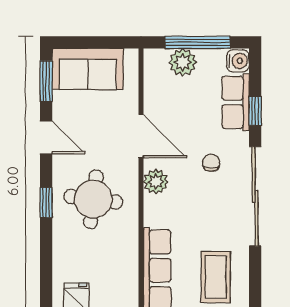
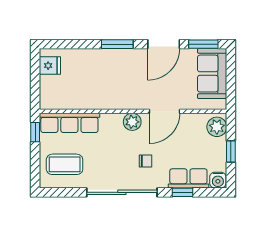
window: (198, 42) -> (231, 151), width x0.46
plant: (183, 62) -> (217, 127), moved
door: (46, 137) -> (164, 44), width x1.38
round table: (93, 199) -> (120, 78), removed
window: (46, 203) -> (117, 44), width x1.50

